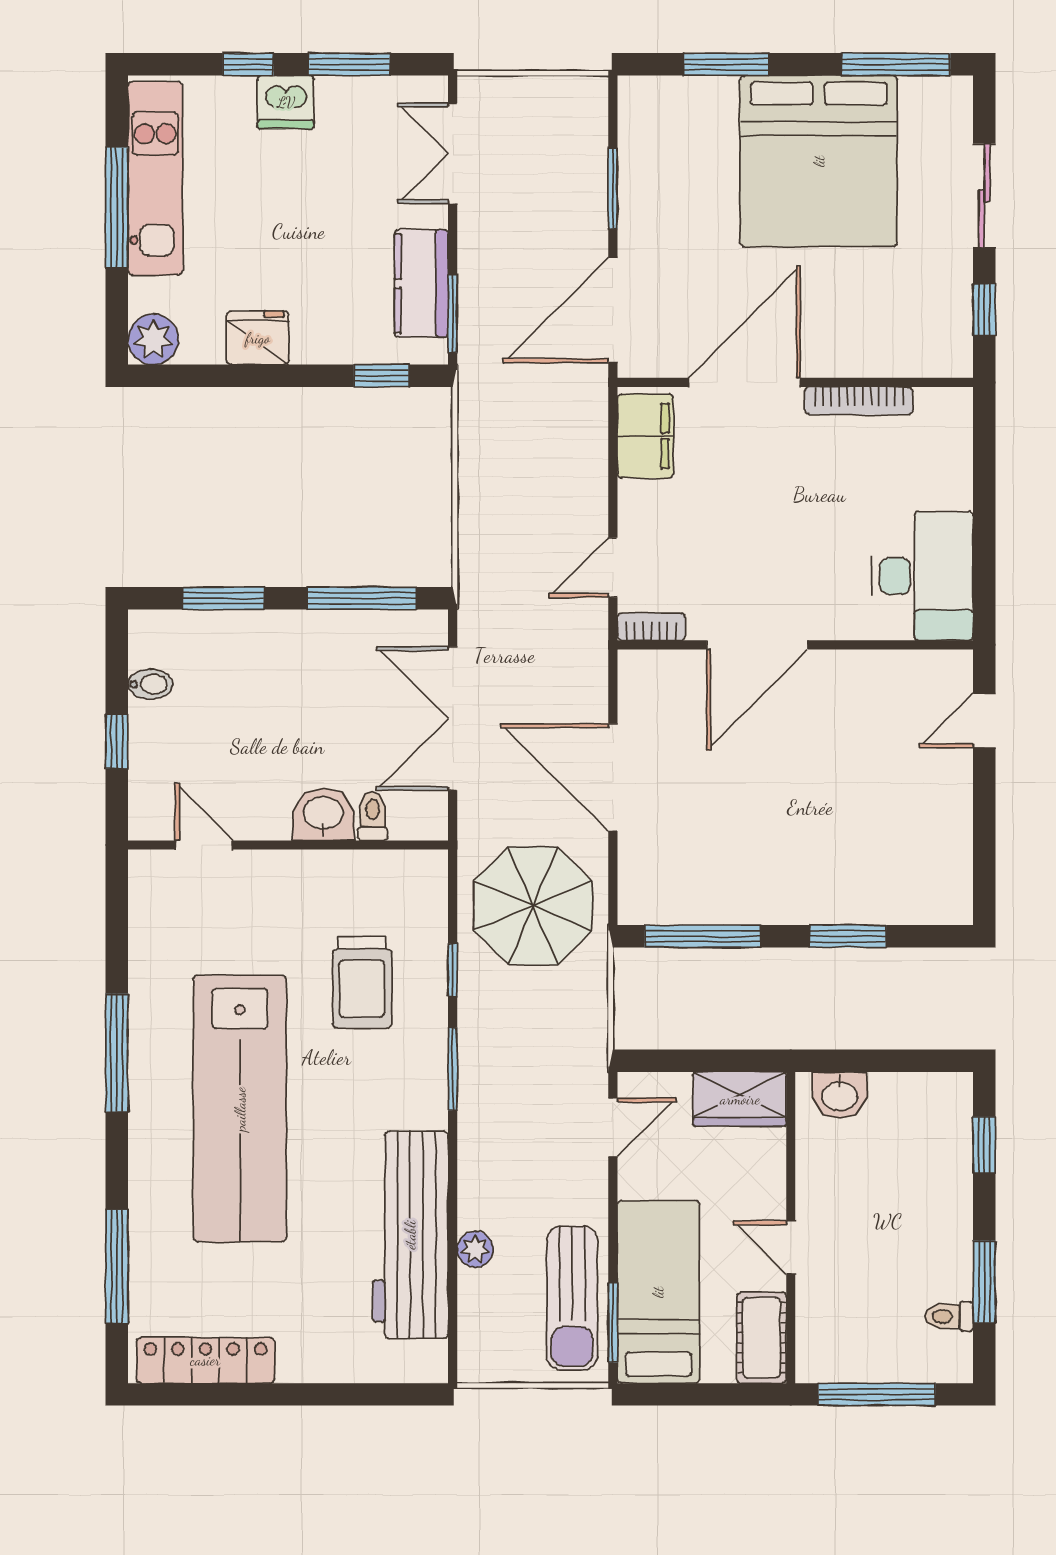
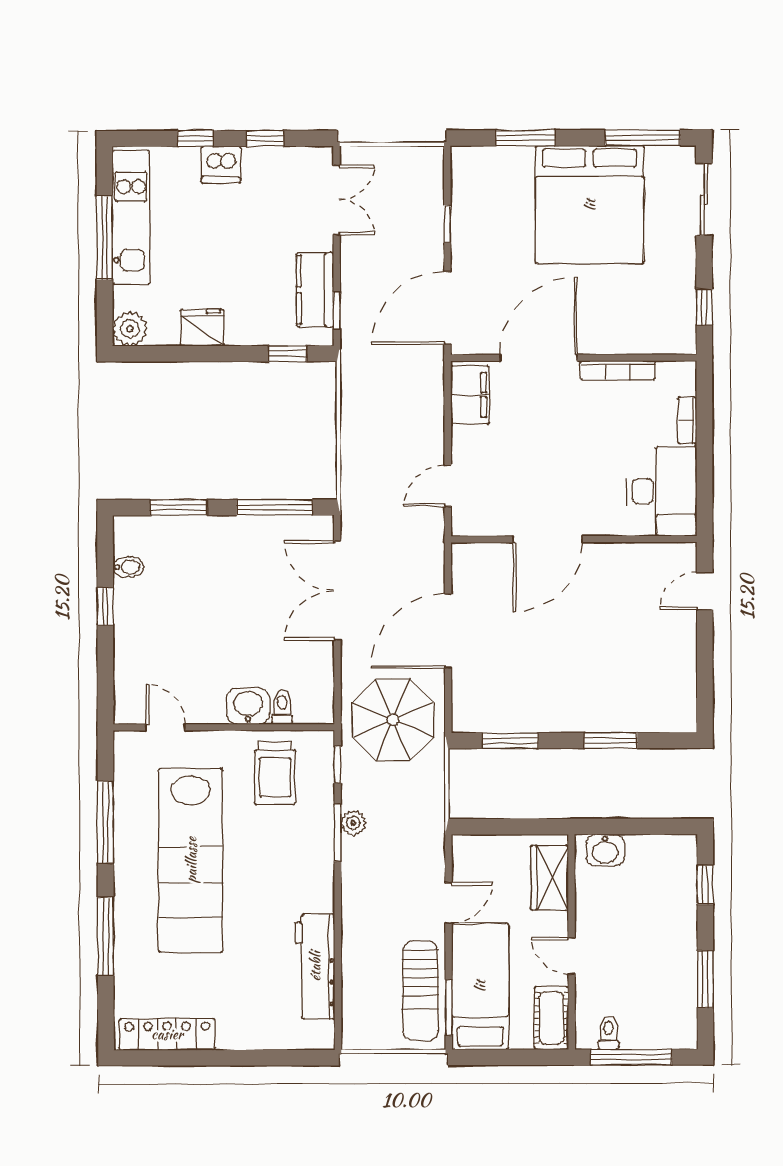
window: (349, 64) -> (265, 138), width x0.67
double door: (453, 153) -> (337, 200), swing flipped
window: (613, 188) -> (447, 224), width x0.67
sliding door: (984, 196) -> (704, 199), moved
window: (453, 313) -> (337, 310), width x0.67
bookcase: (651, 627) -> (687, 421), moved, turned -90
door: (613, 777) -> (448, 631), hinge flipped
washbasin: (323, 814) -> (248, 706), moved
toilet: (373, 816) -> (282, 707), moved
door: (204, 845) -> (166, 727), moved
wall: (288, 845) -> (224, 727), moved
window: (703, 936) -> (510, 741), width x0.69
wardrobe: (740, 1099) -> (550, 878), moved, turned 90
door: (613, 1127) -> (448, 903), moved
workbench: (410, 1235) -> (315, 966), width x0.73, depth x0.76
plant: (475, 1249) -> (353, 823), moved
window: (117, 1267) -> (106, 936), moved
toilet: (949, 1316) -> (609, 1033), moved, turned 90

